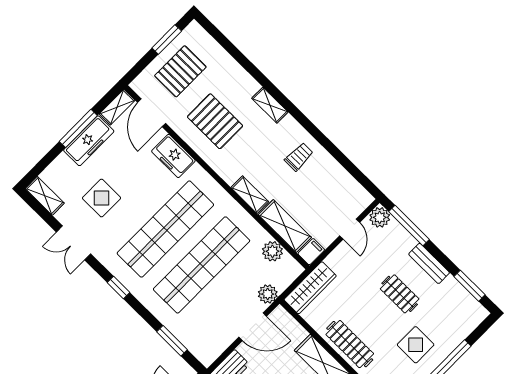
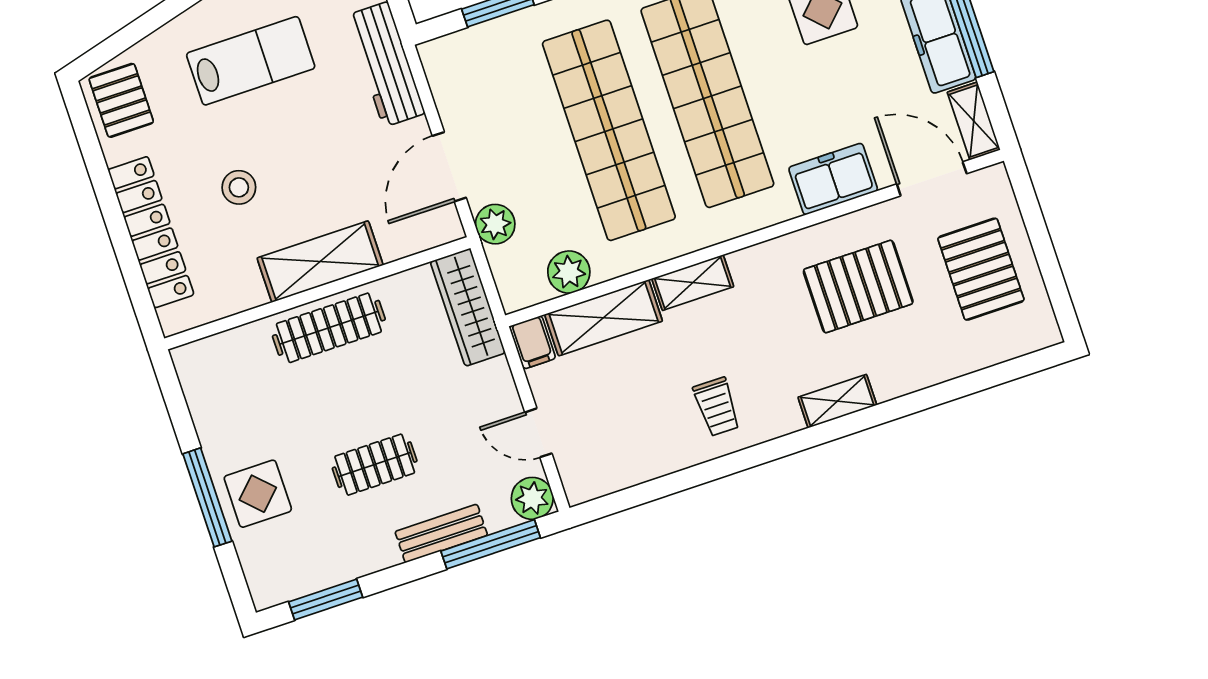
window: (167, 39) -> (1052, 273), removed
bench: (429, 263) -> (441, 533), moved
display table: (416, 345) -> (258, 494), moved

